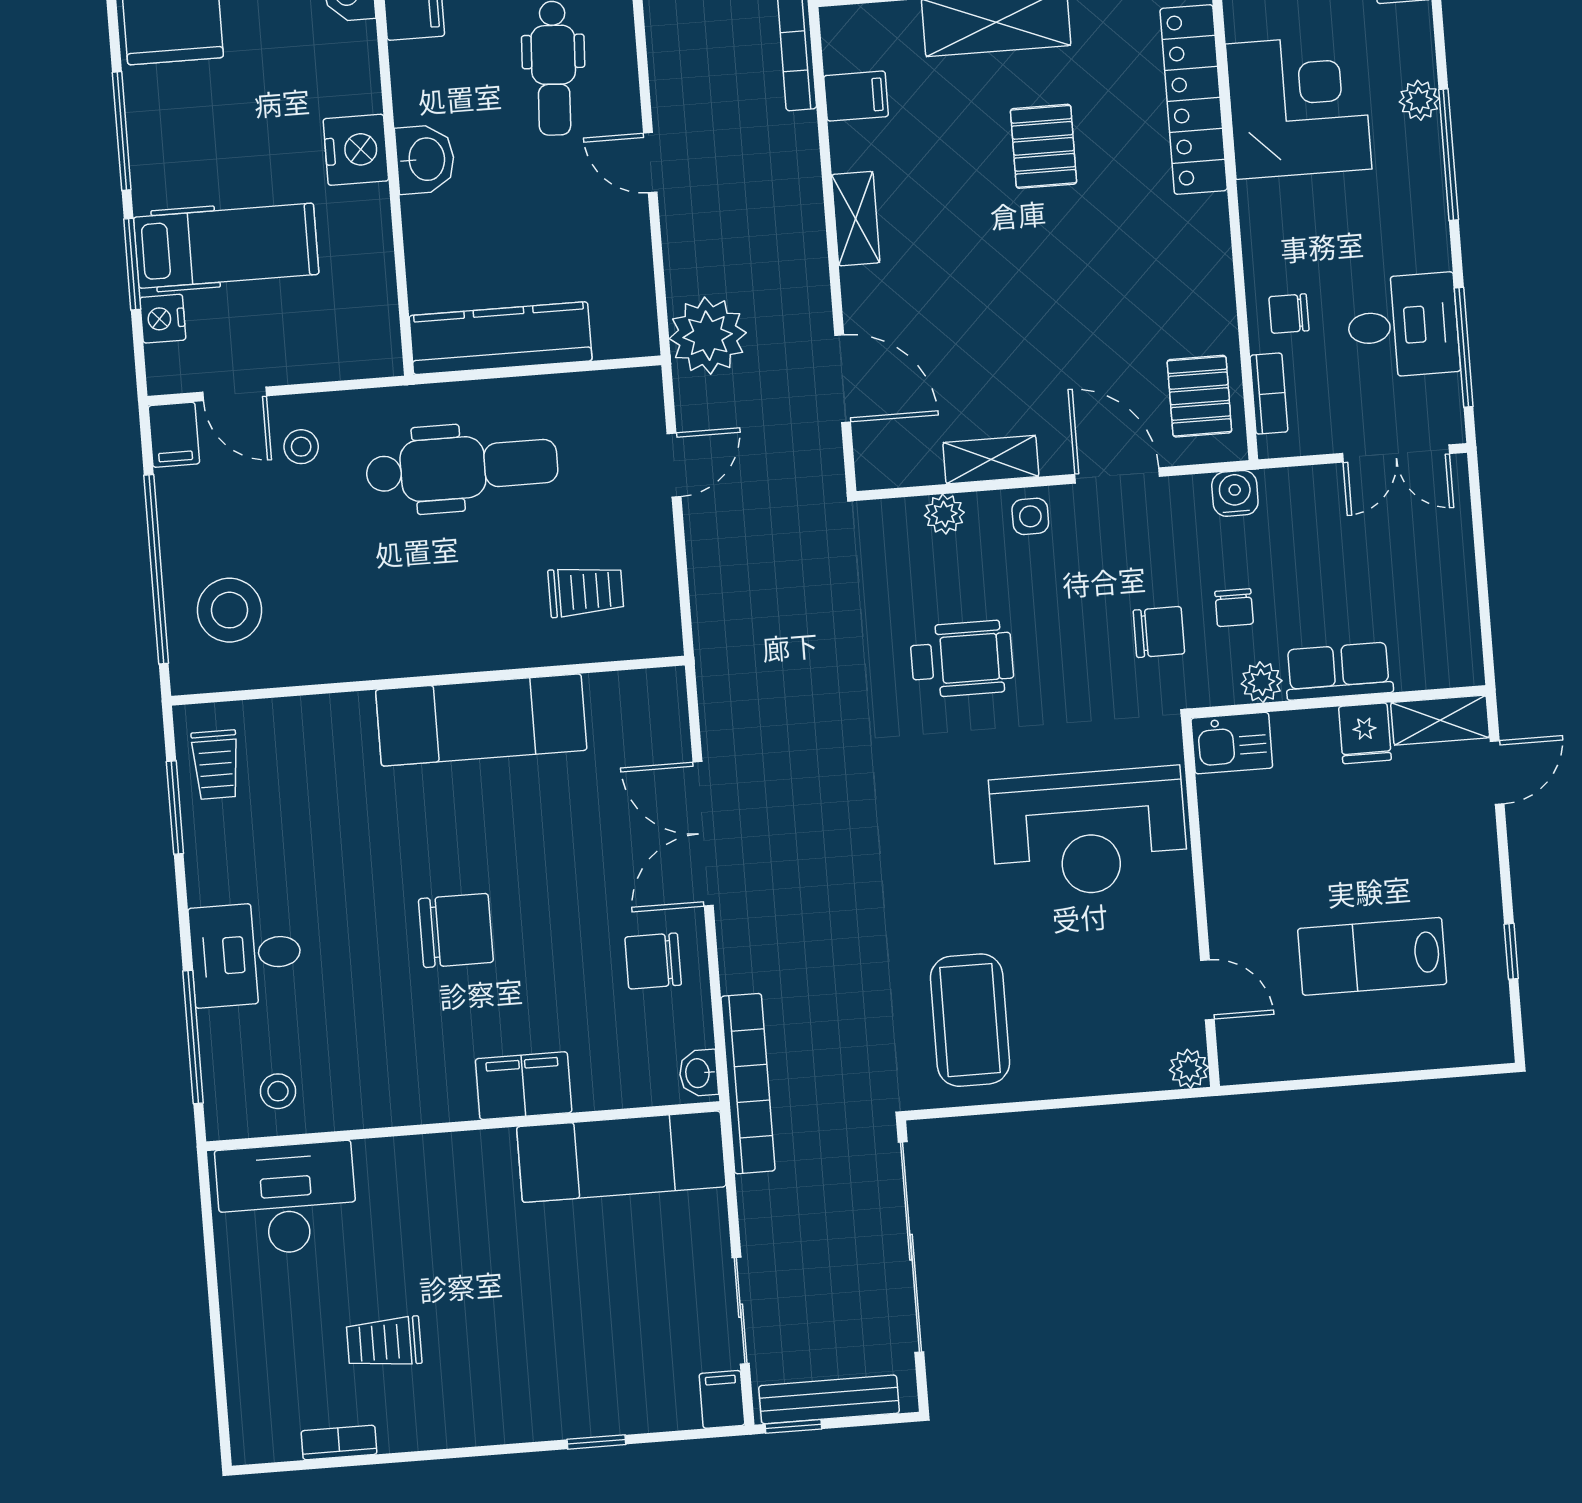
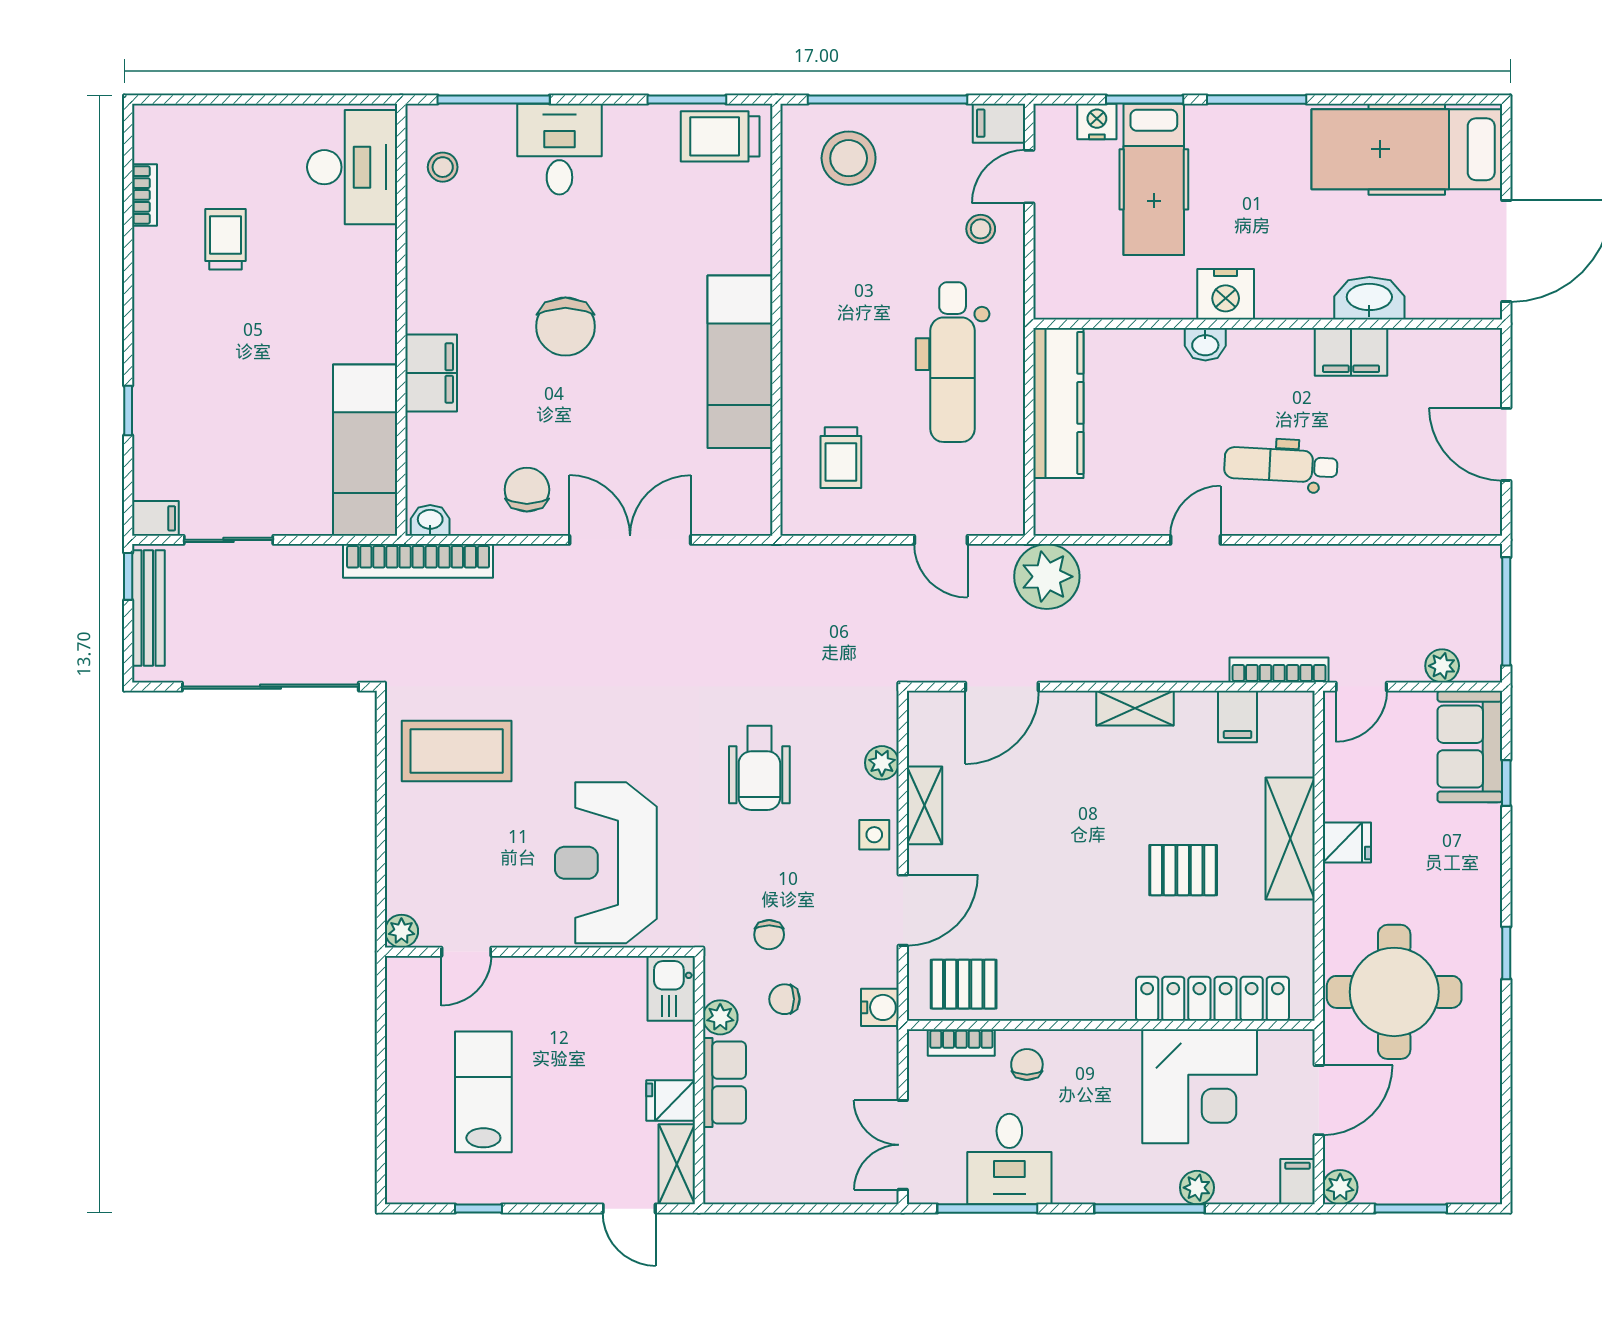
washbasin: (425, 159) -> (1205, 344), width x0.72, depth x0.69
chair: (1159, 632) -> (769, 935), width x0.73, depth x0.73
trolley: (216, 765) -> (720, 136), width x1.36, depth x1.39

